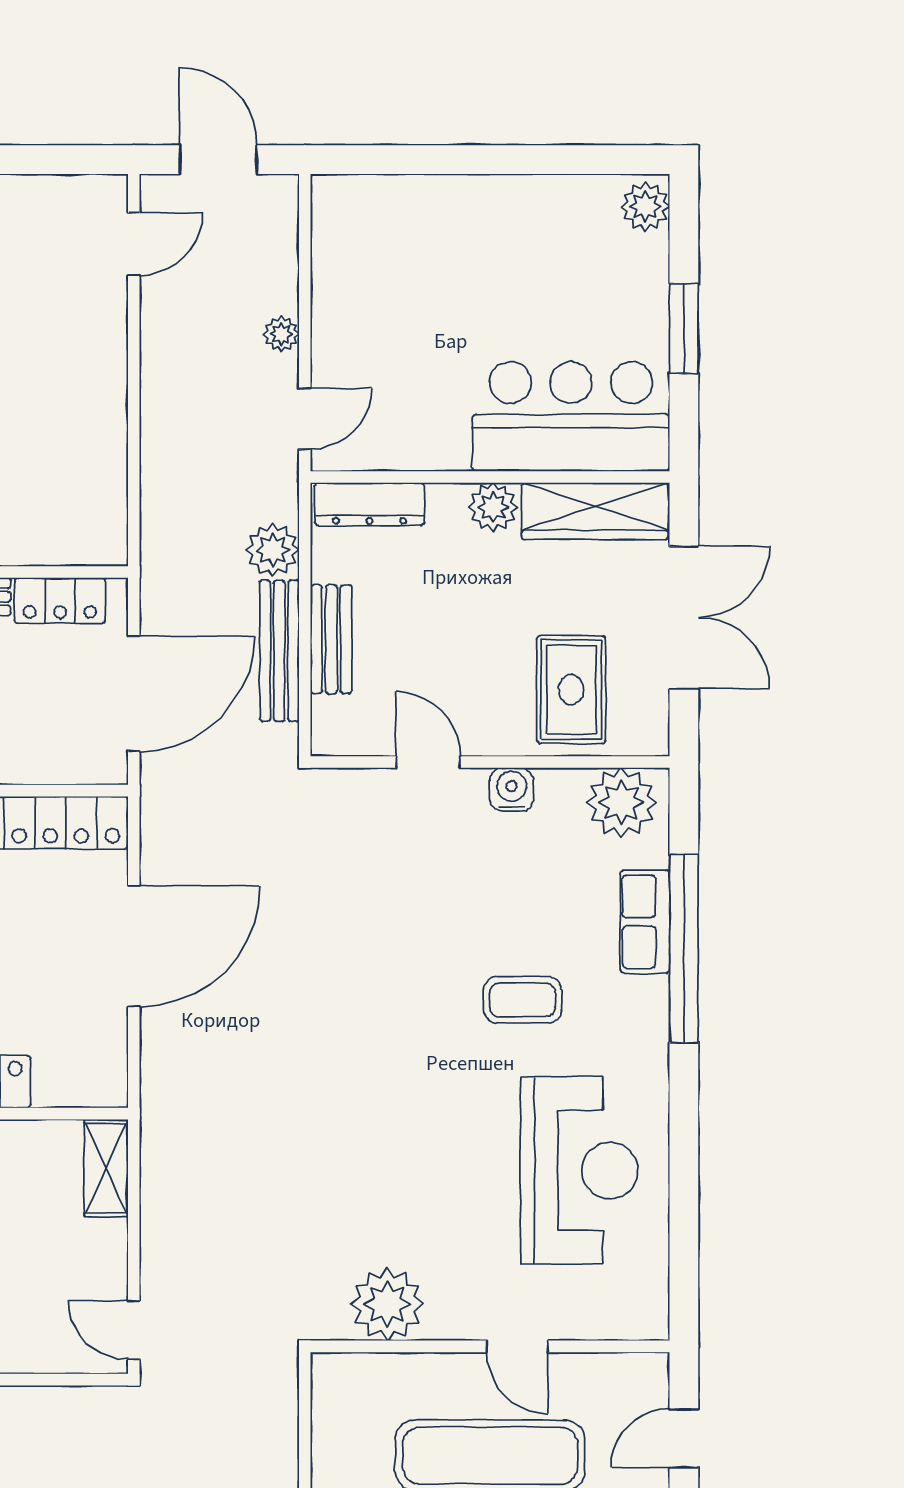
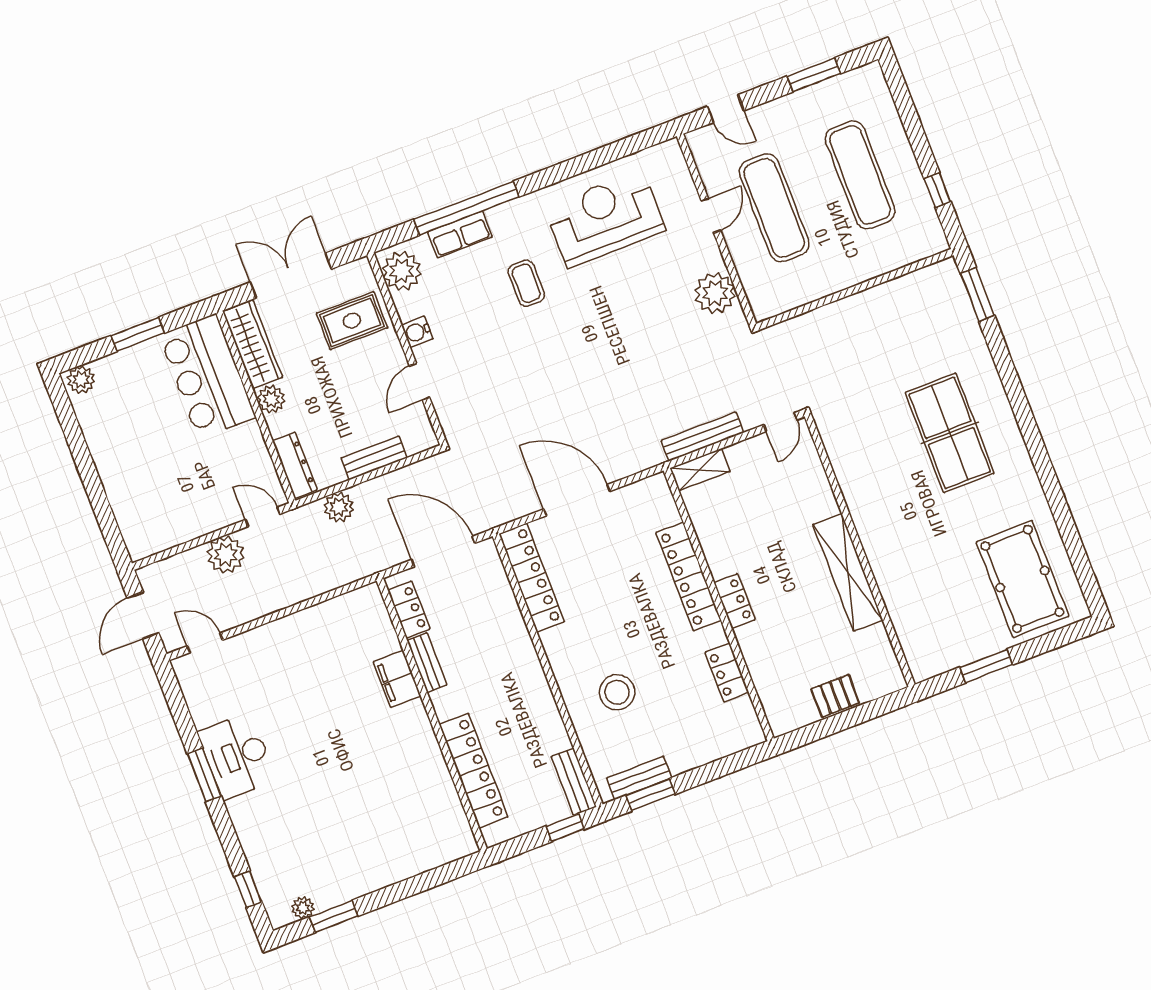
plant: (281, 334) -> (226, 555), width x1.87, depth x1.87
bench: (279, 651) -> (702, 436), moved

